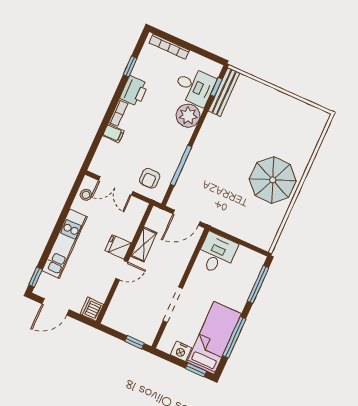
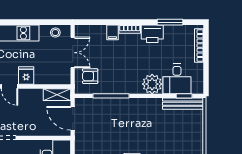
window: (130, 66) -> (170, 22), width x1.50
double door: (116, 186) -> (73, 53), swing flipped
shelving: (144, 244) -> (57, 95), moved

